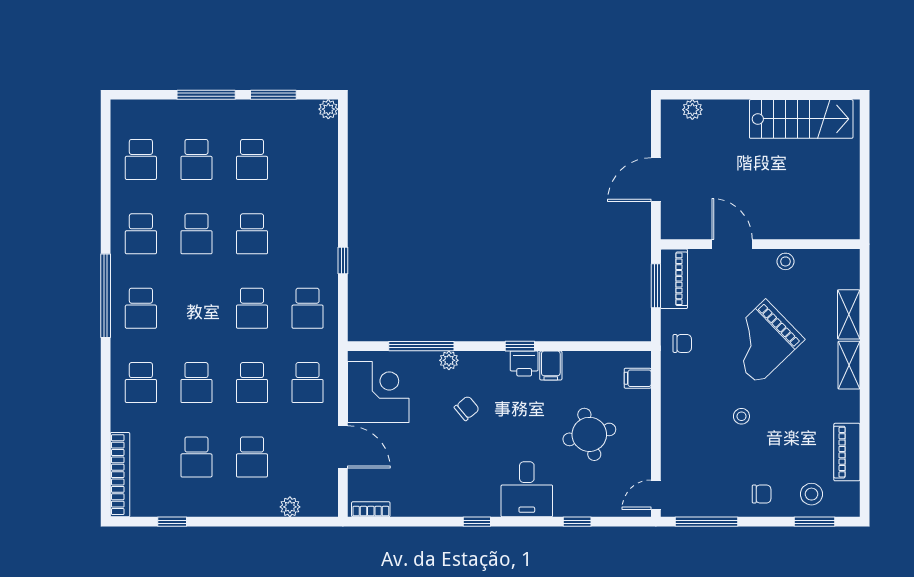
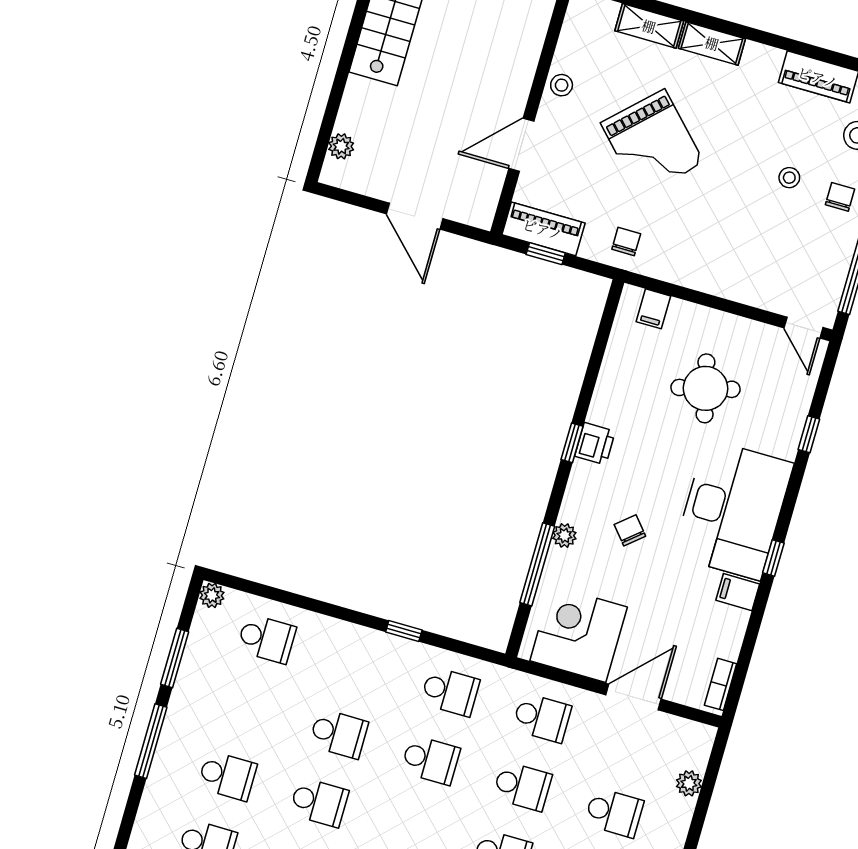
school desk: (252, 159) -> (267, 639), moved
window: (656, 286) -> (546, 254), width x0.67
filing cabinet: (551, 365) -> (738, 592), moved, turned 180
stool: (741, 416) -> (789, 178), moved
desk: (527, 489) -> (733, 510), width x1.87, depth x1.30

